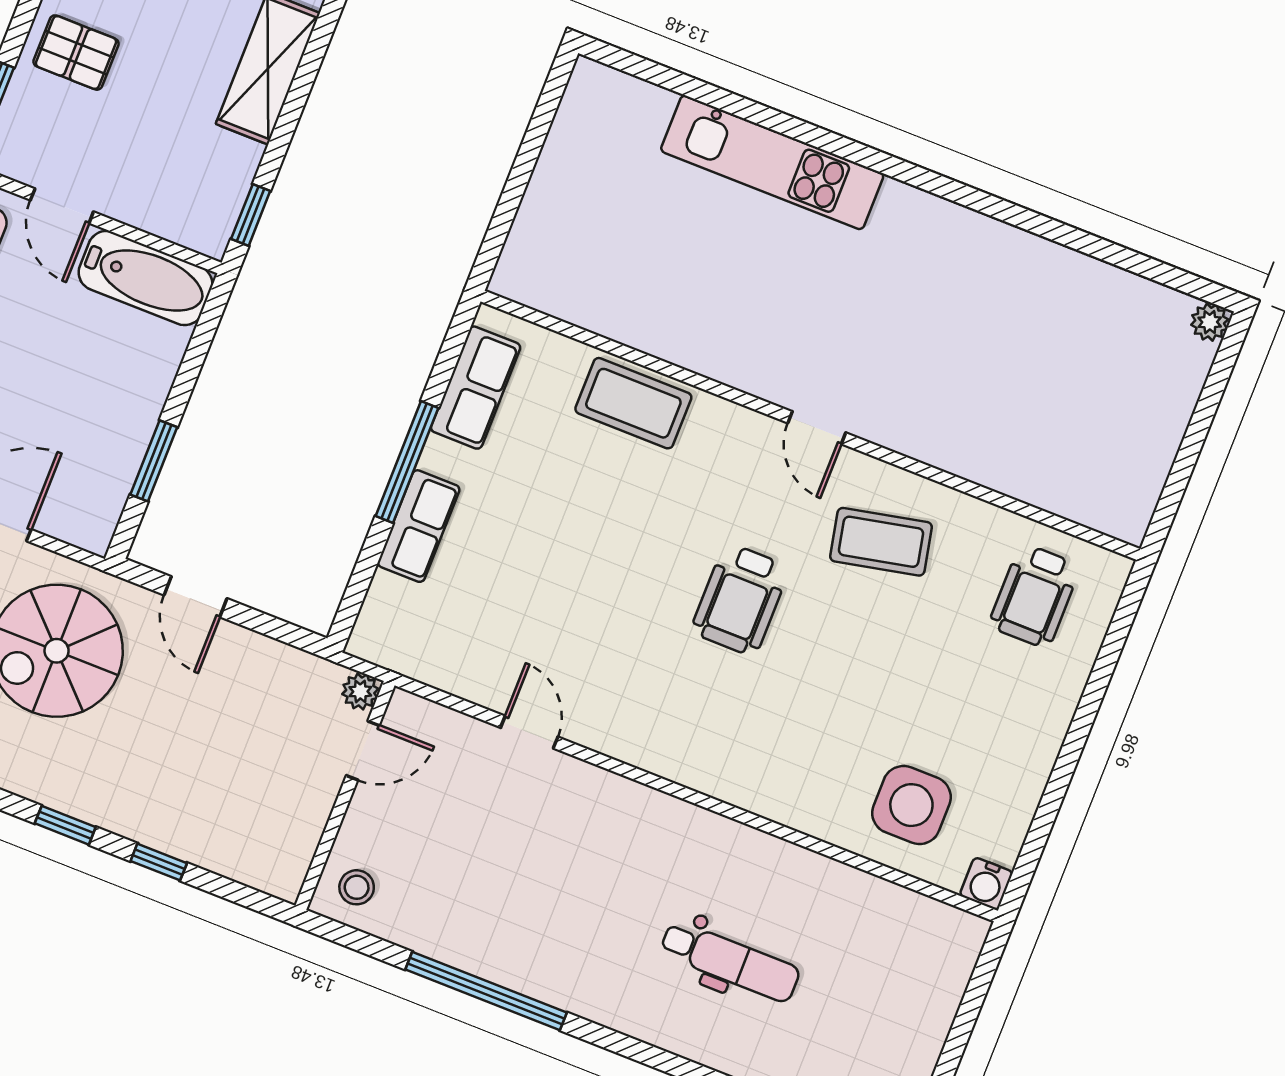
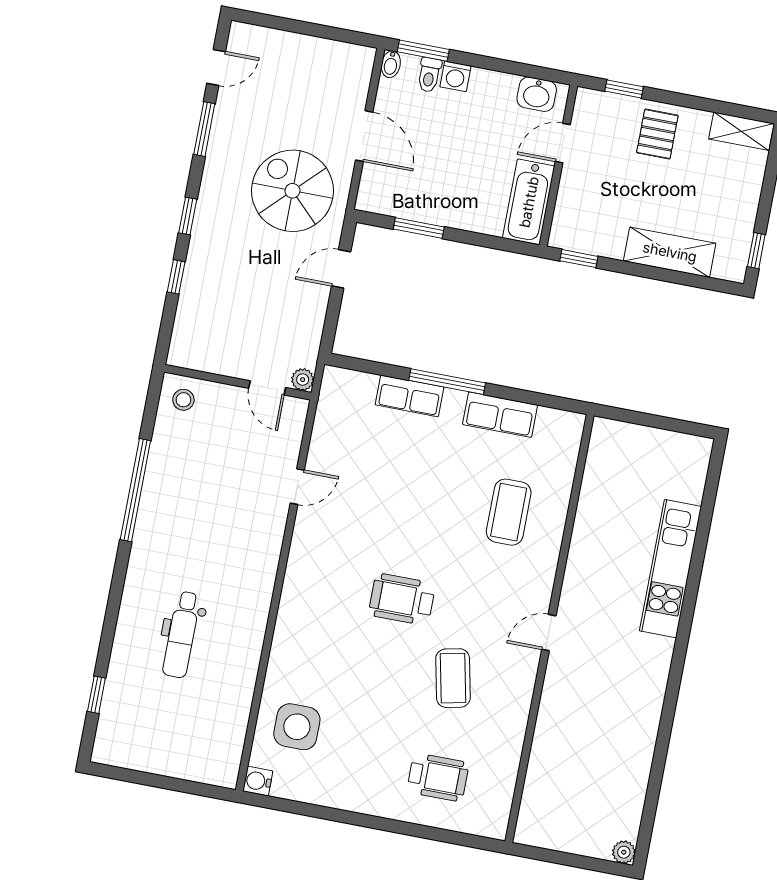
wall: (810, 425) -> (550, 628), moved
door: (817, 428) -> (549, 633), moved
wheelchair: (1034, 596) -> (438, 777), turned 180

